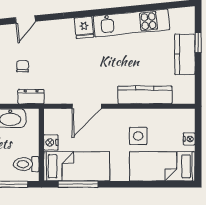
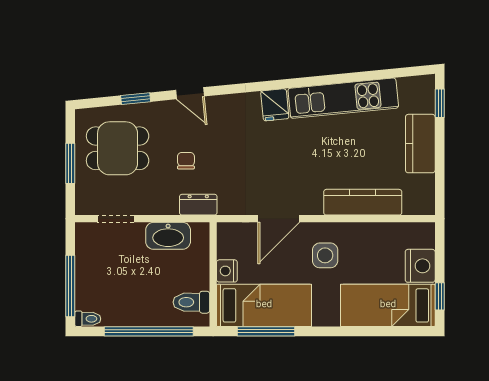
door: (25, 19) -> (190, 93), hinge flipped
window: (198, 42) -> (440, 103), moved
side table: (138, 136) -> (325, 255), moved
nightstand: (189, 139) -> (420, 266), width x1.89, depth x1.79
window: (198, 160) -> (440, 296), added

